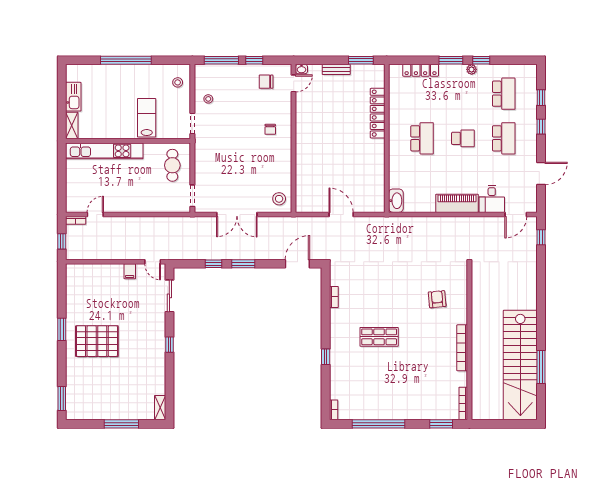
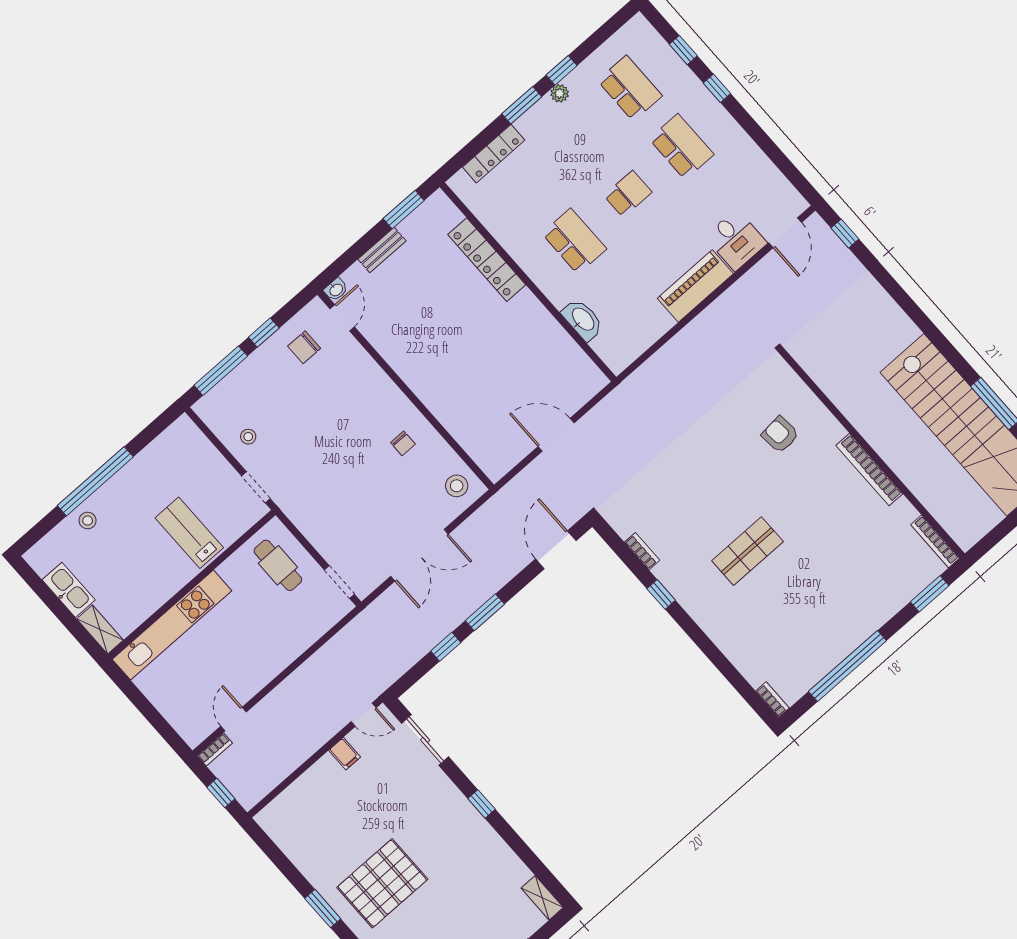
stool: (178, 82) -> (88, 520), moved
chair: (270, 129) -> (403, 443), moved
door: (541, 173) -> (771, 150), removed
washbasin: (396, 201) -> (583, 320), moved
window: (326, 357) -> (661, 594), moved

